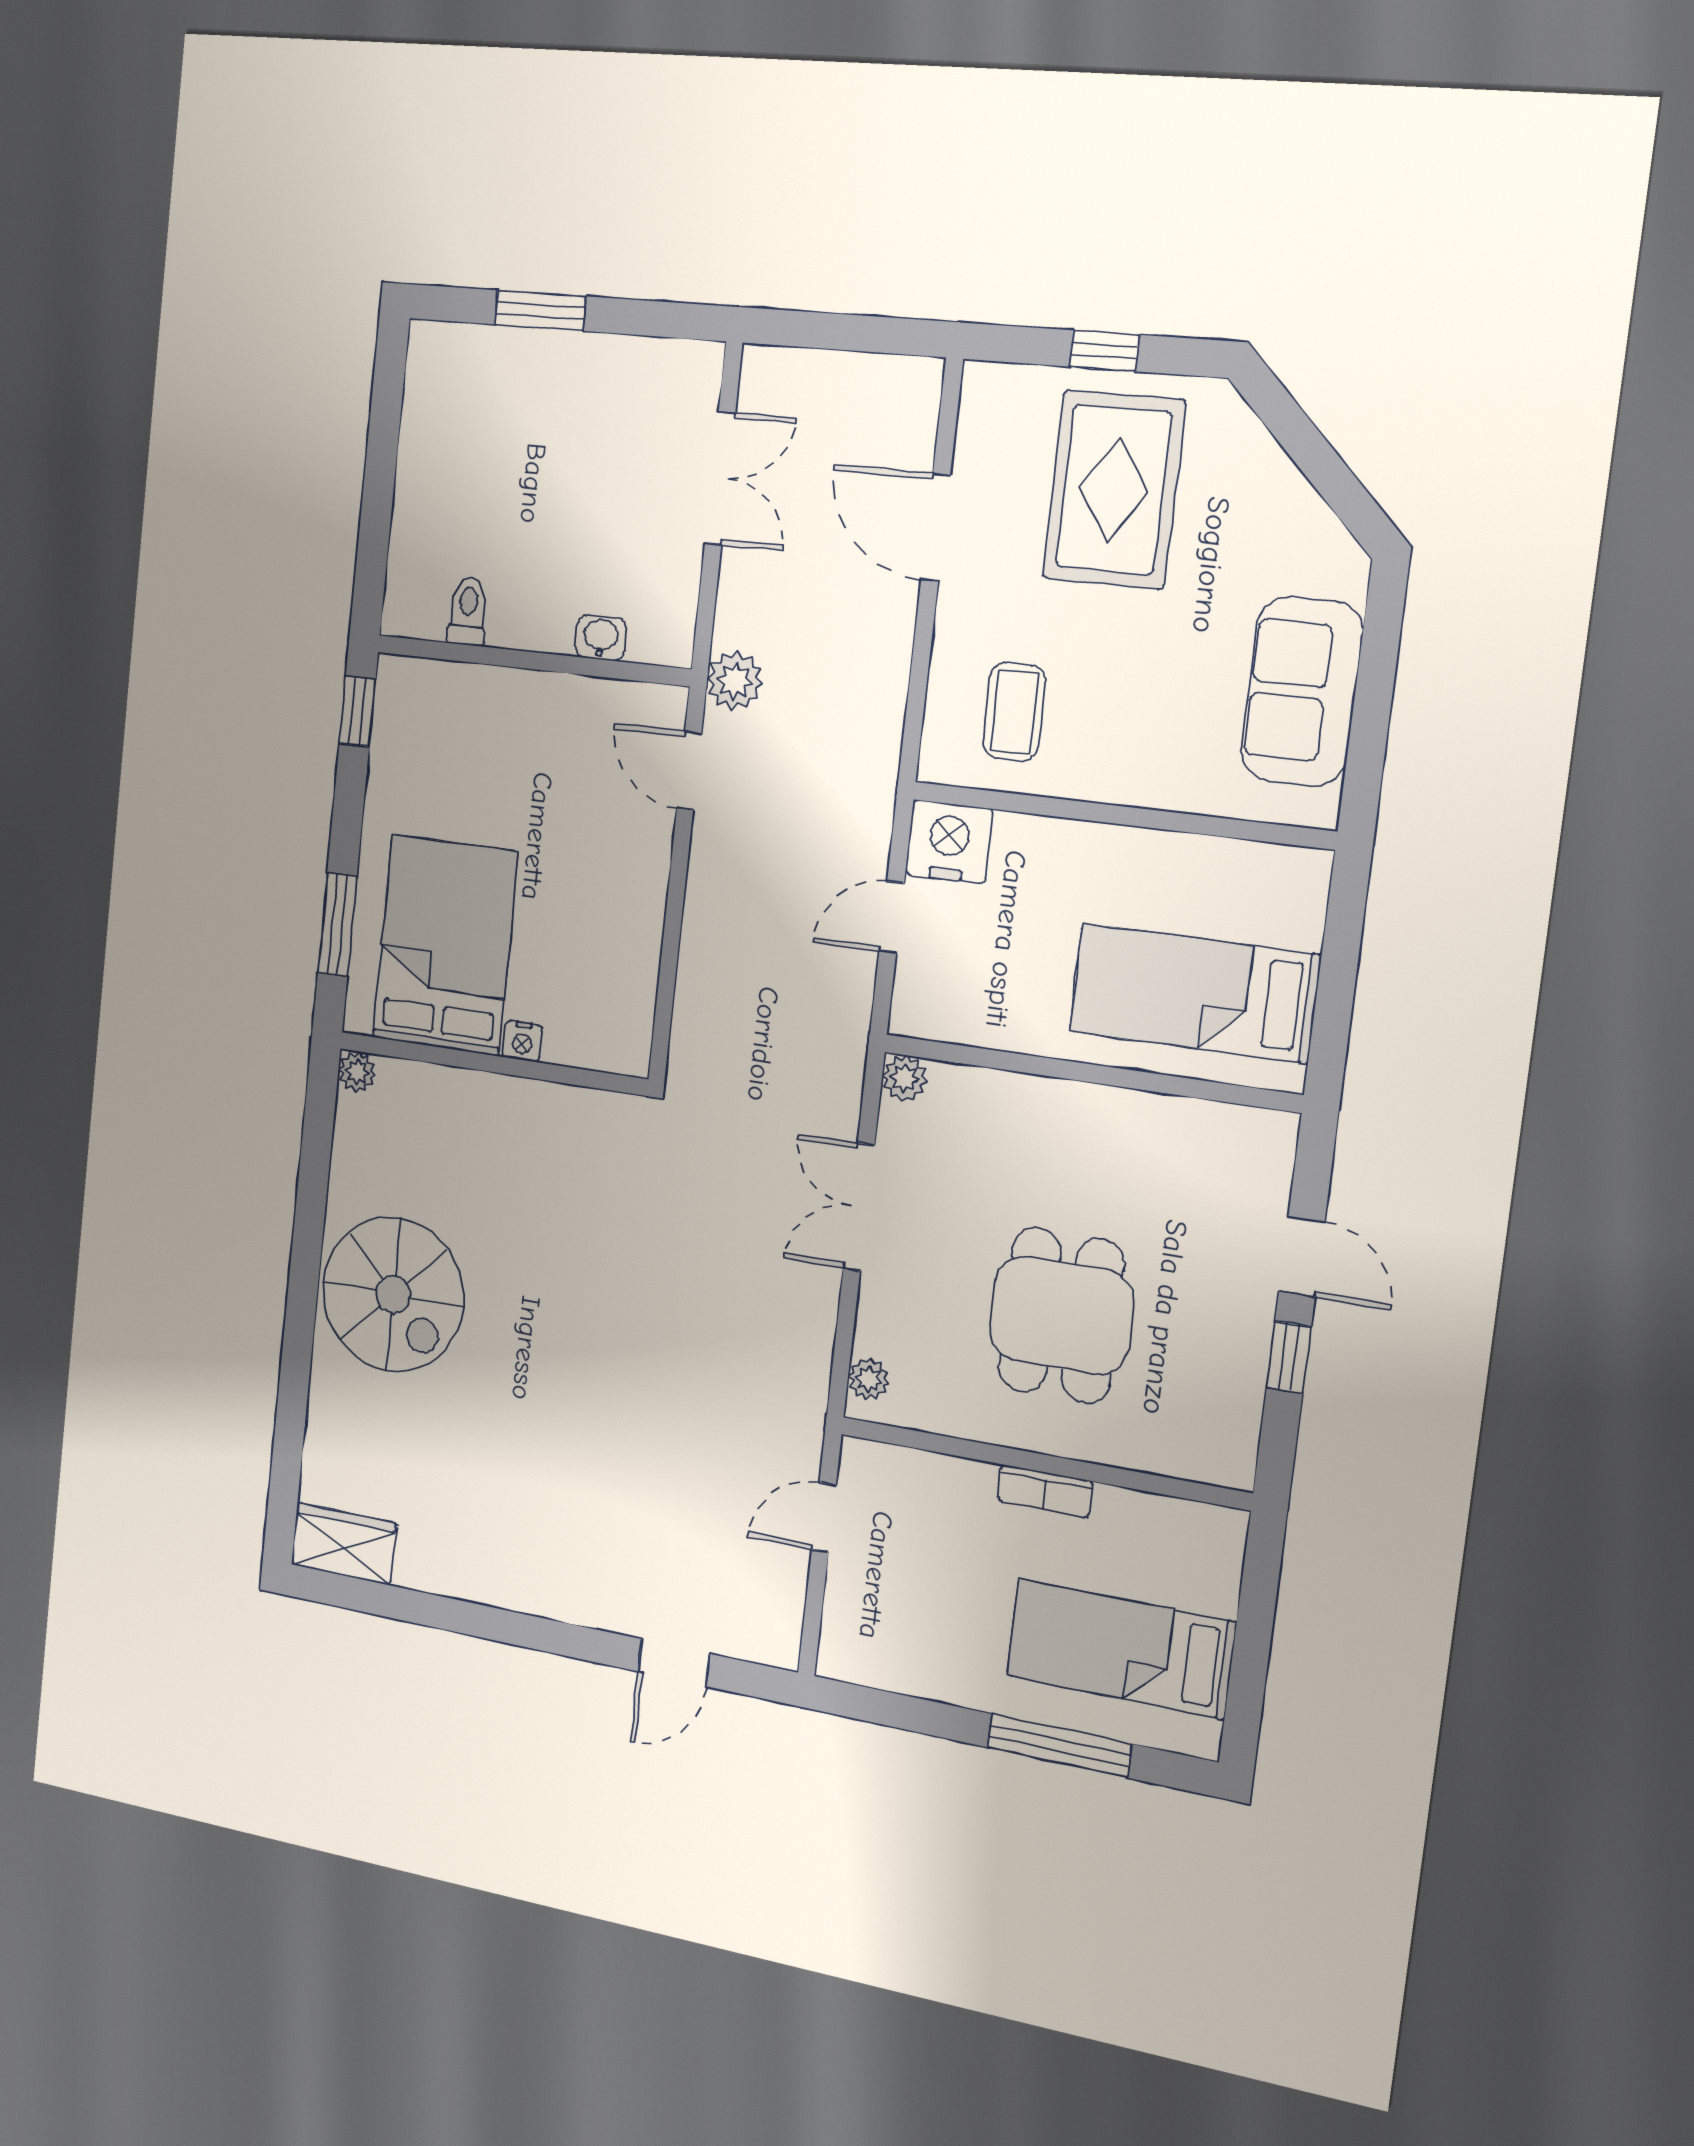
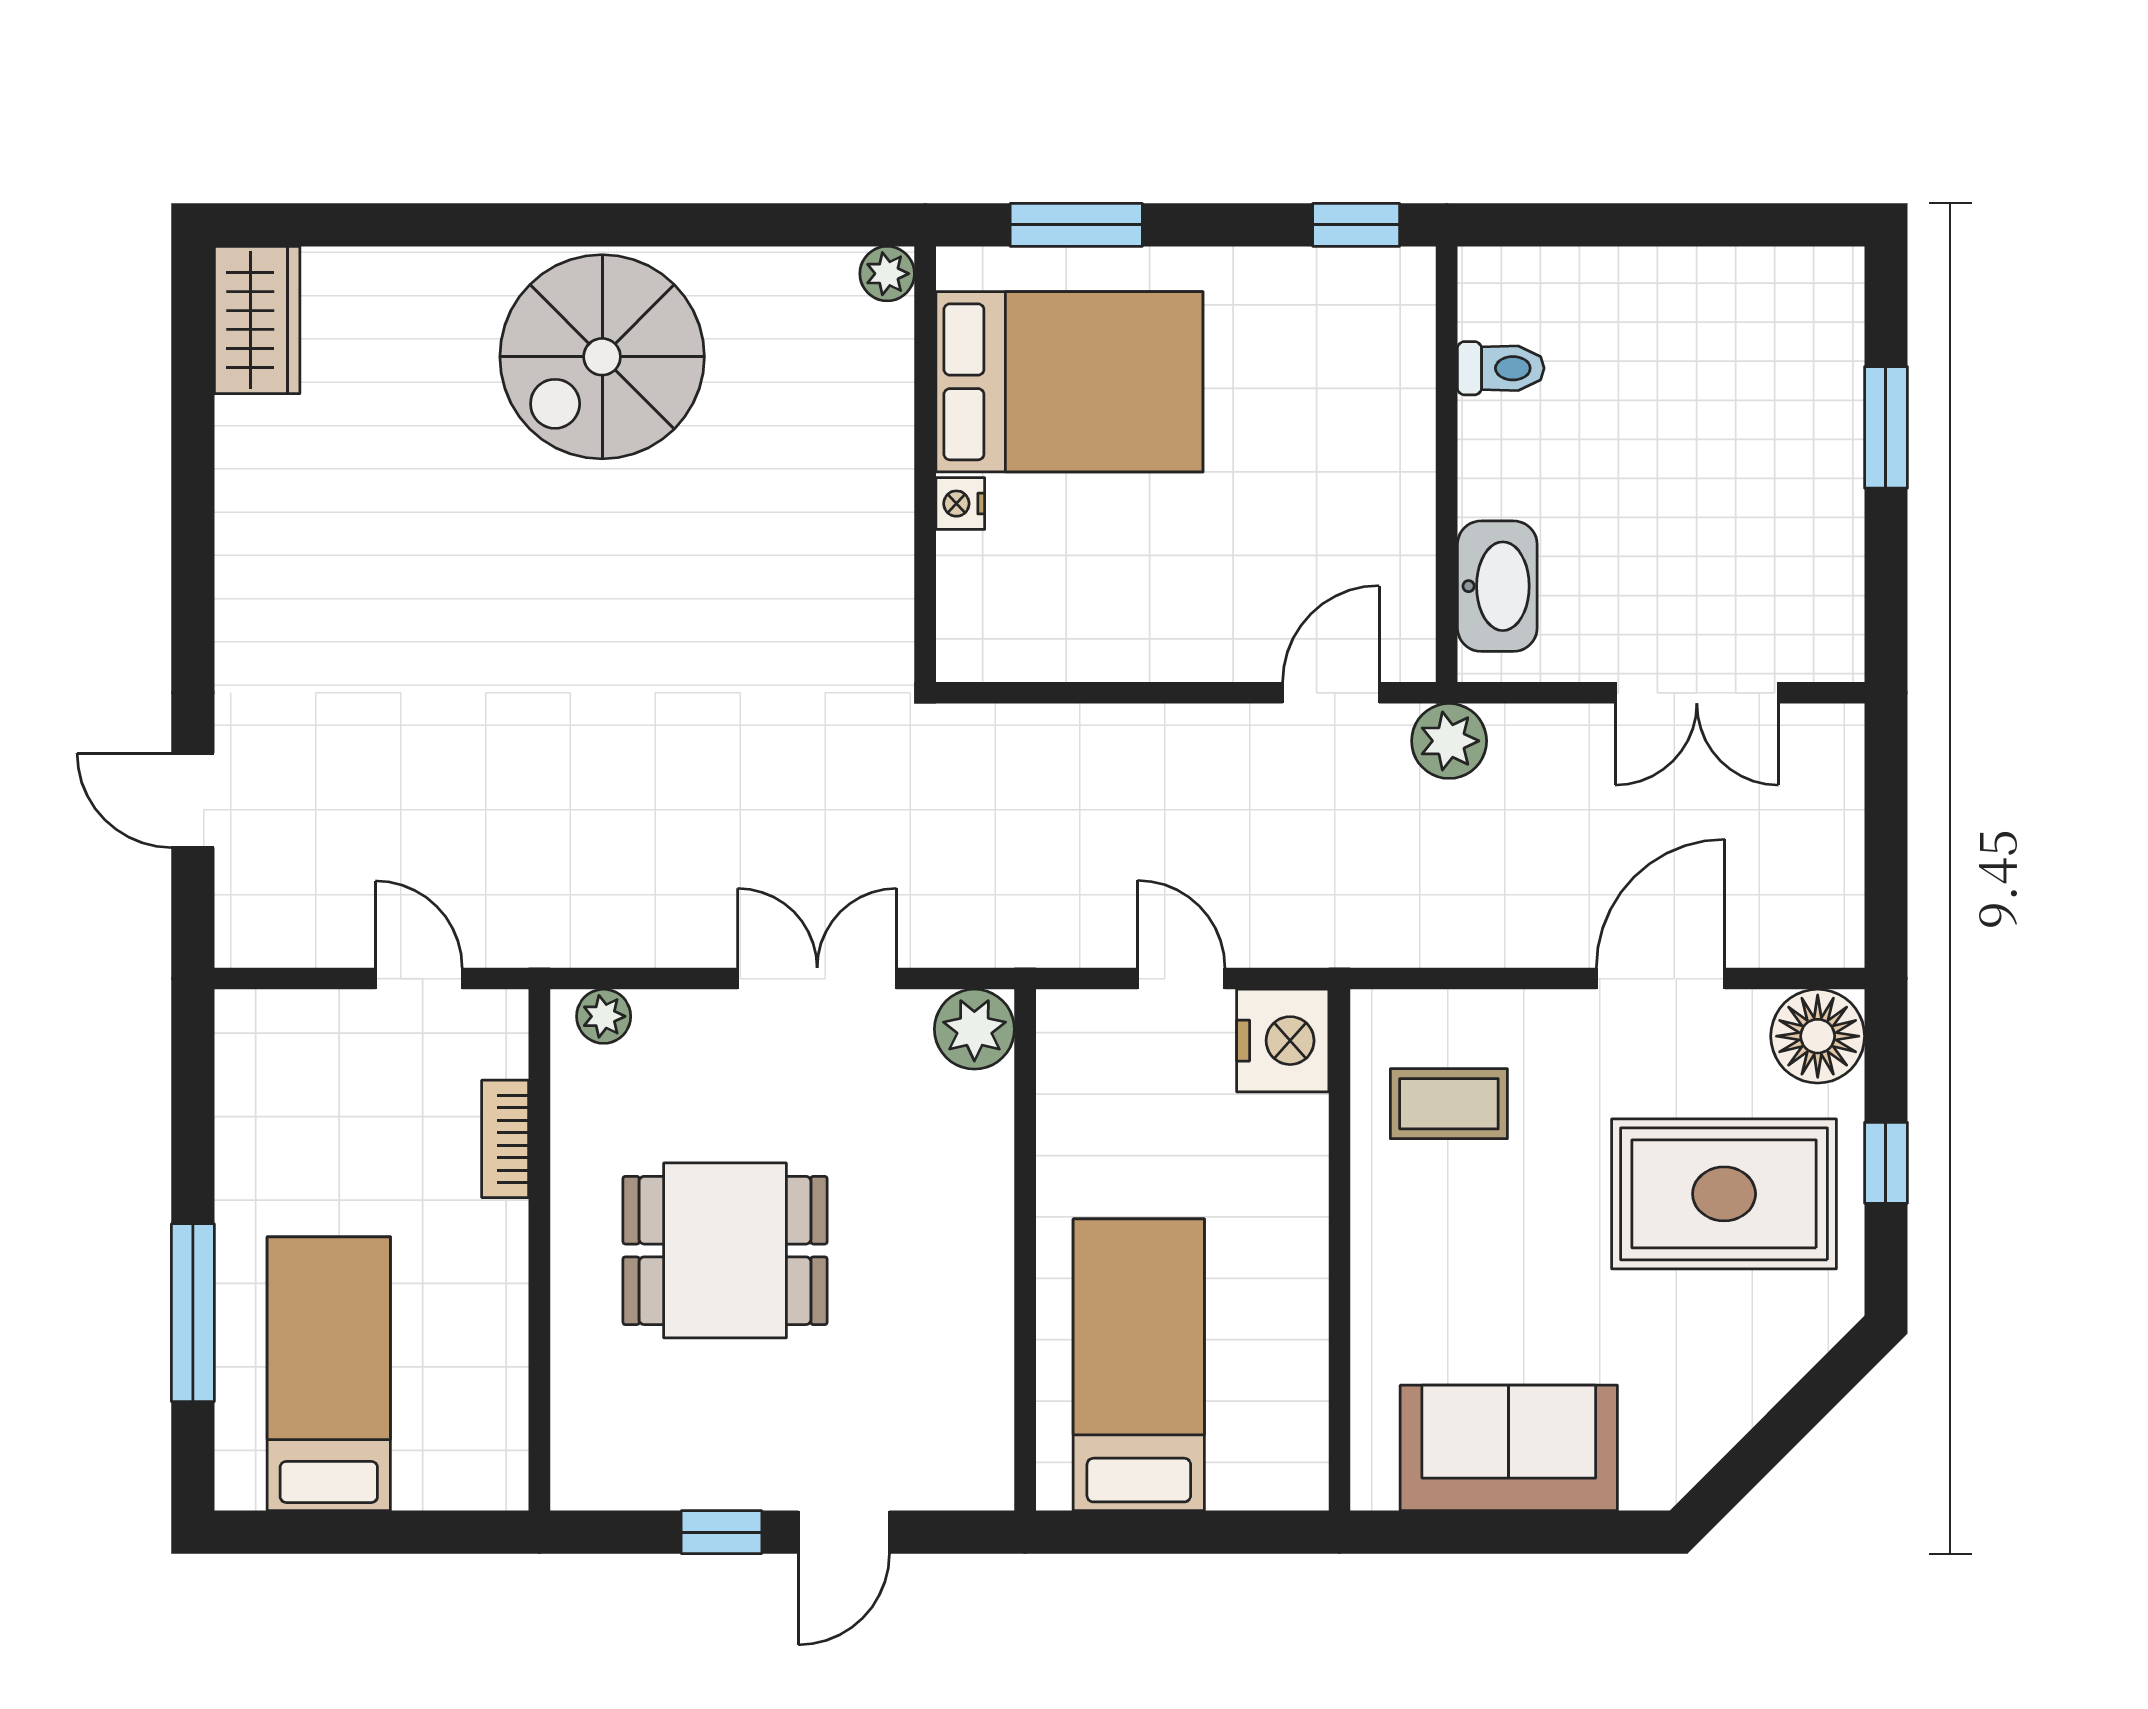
floor lamp: (996, 401) -> (1818, 1036), added
washbasin: (601, 638) -> (1497, 586), width x1.91, depth x1.45
plant: (904, 1078) -> (974, 1029), width x1.38, depth x1.38
bookcase: (1045, 1491) -> (505, 1139), moved

